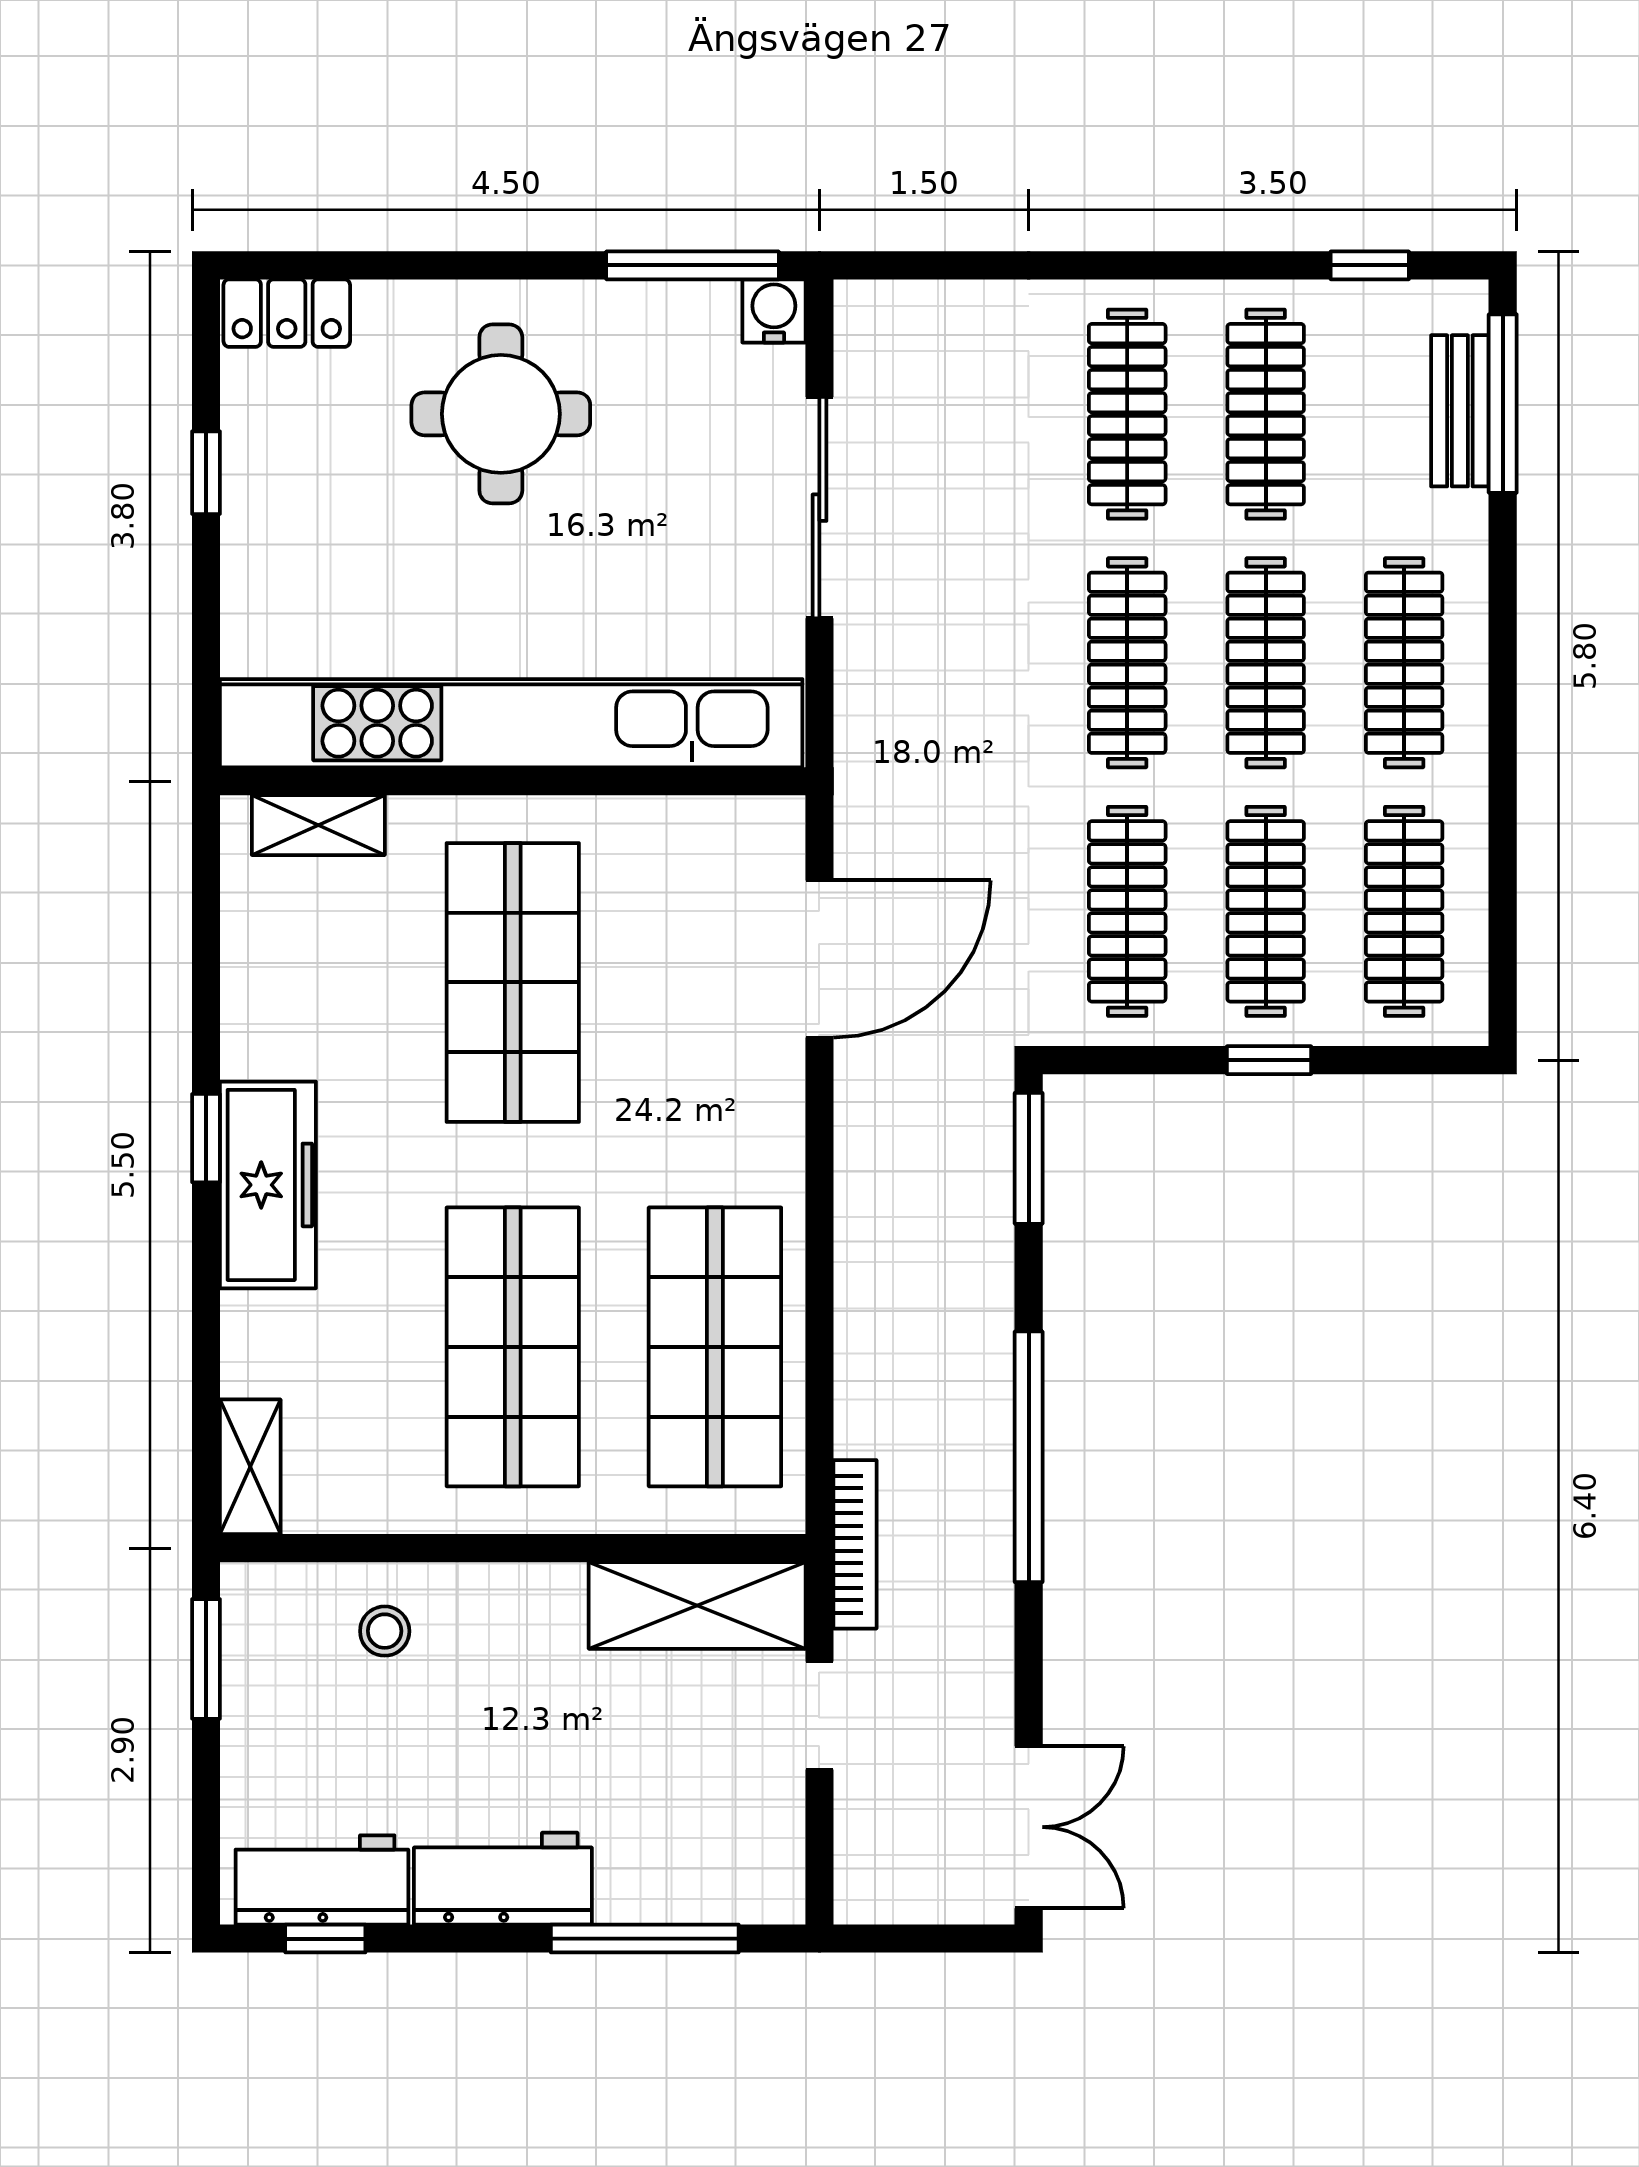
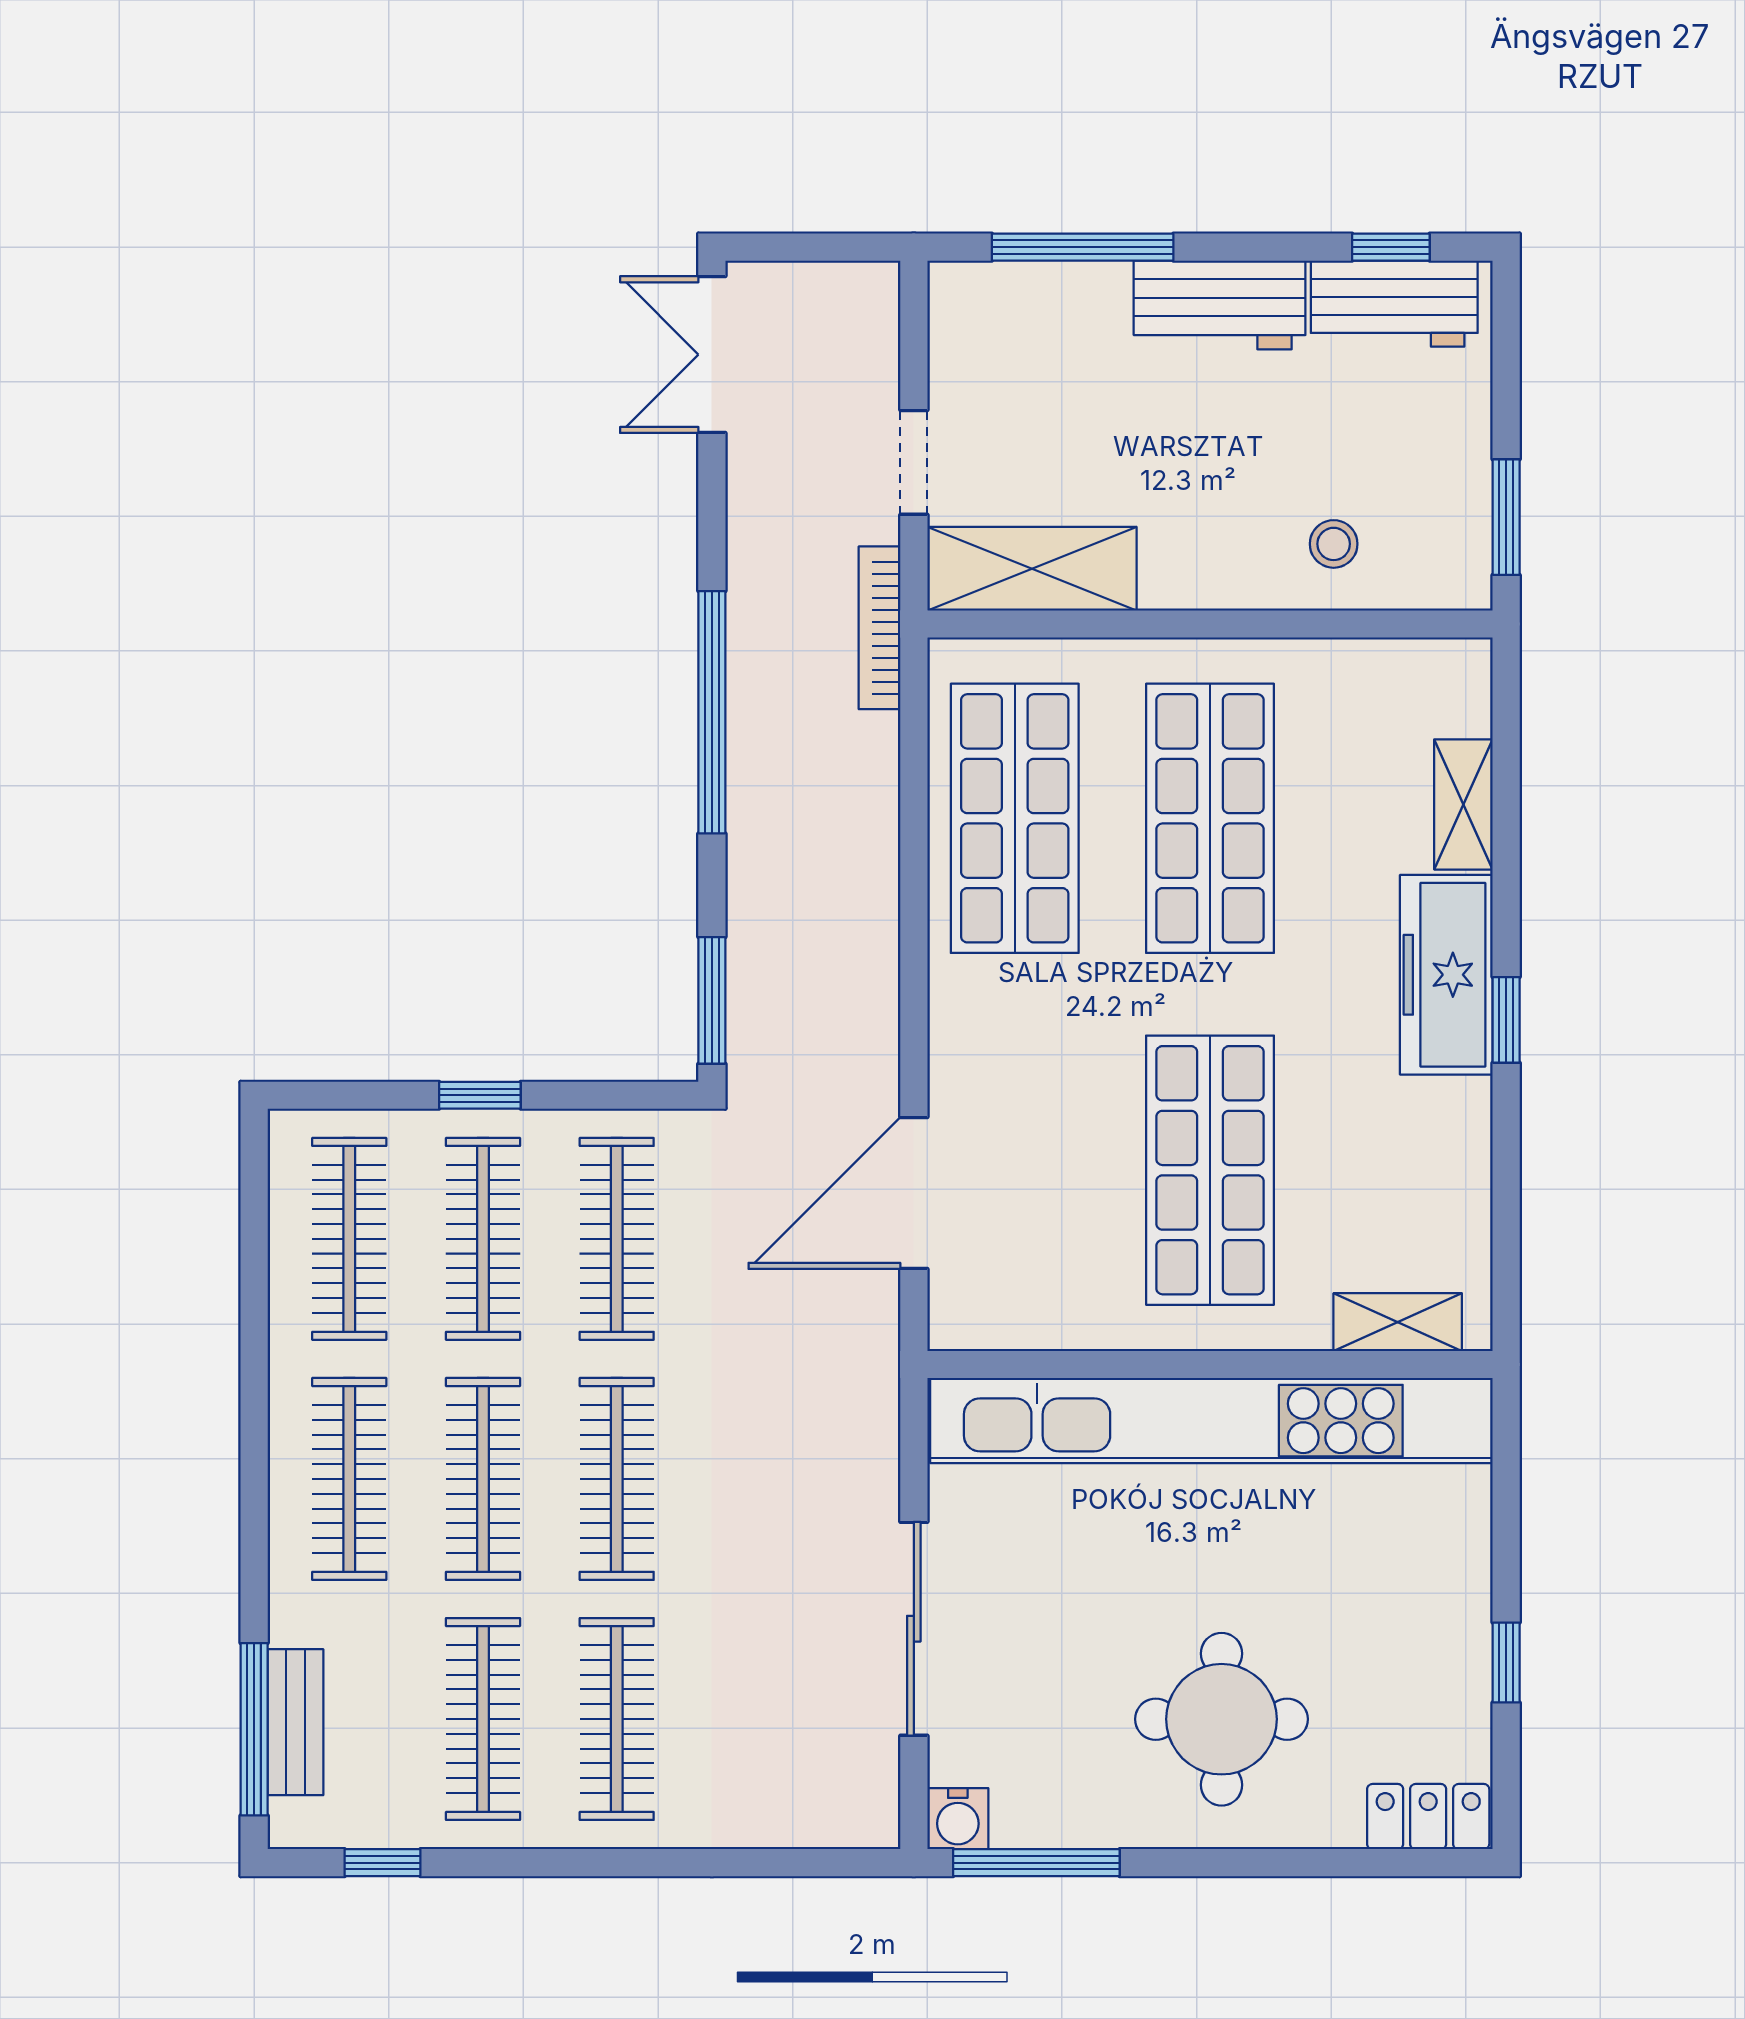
shelving: (250, 1467) -> (1463, 804), moved

